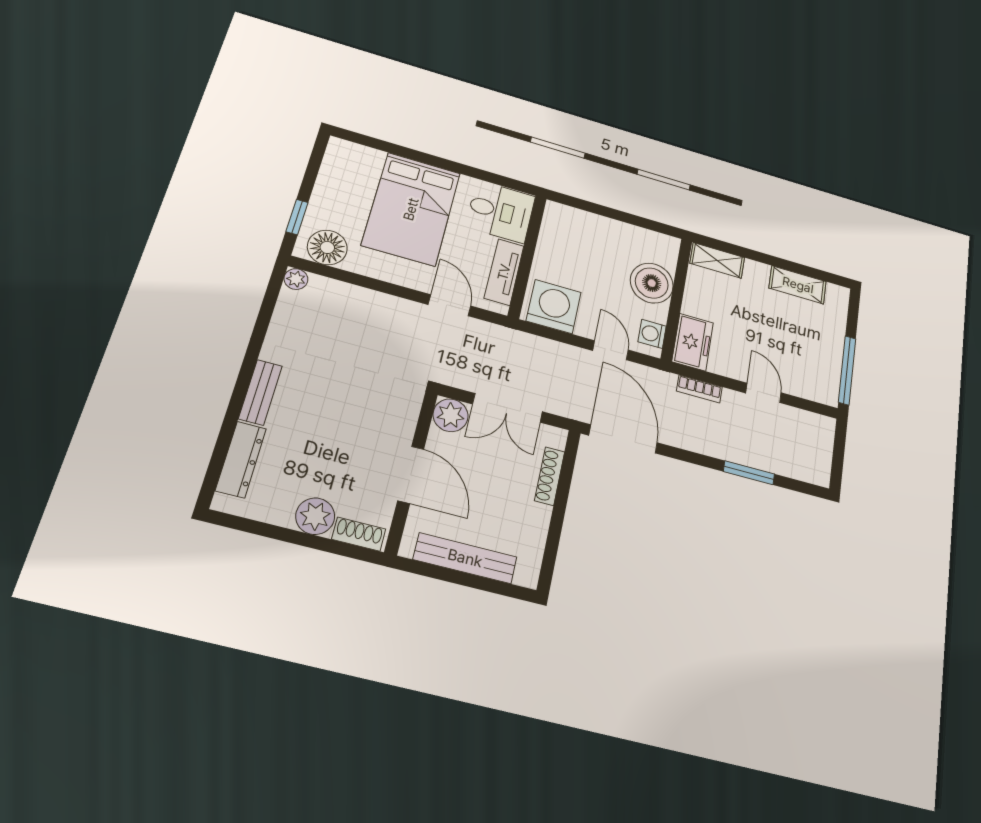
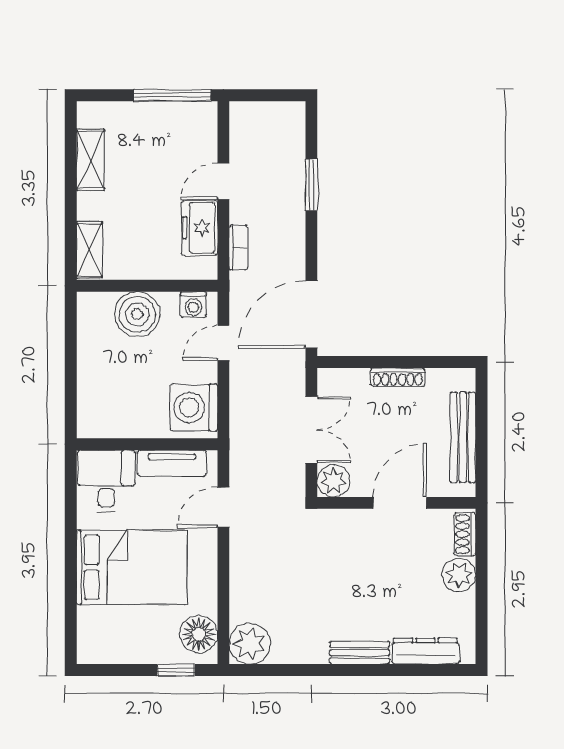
plant: (296, 279) -> (250, 644), width x1.87, depth x1.87
freezer: (693, 342) -> (199, 228), moved, turned -90
shoe rack: (550, 476) -> (398, 377), moved

